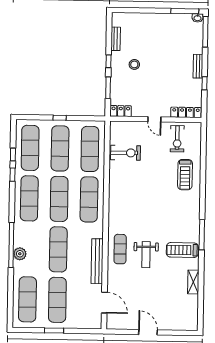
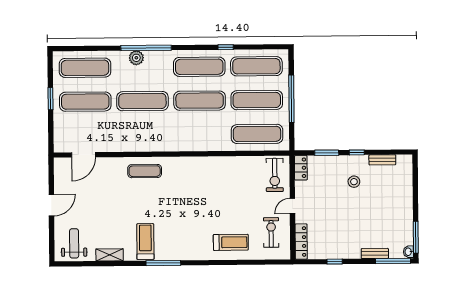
bench: (198, 66) -> (375, 253), moved
window: (60, 118) -> (291, 99), width x3.17
exercise bike: (177, 139) -> (271, 232), turned 90
exercise bike: (126, 153) -> (275, 175), moved
window: (13, 155) -> (248, 47), removed
treadmill: (185, 175) -> (231, 242), turned 180
exercise mat: (89, 199) -> (200, 134), removed
weight bench: (146, 255) -> (74, 243), moved, turned 90
bench: (97, 261) -> (130, 145), removed

